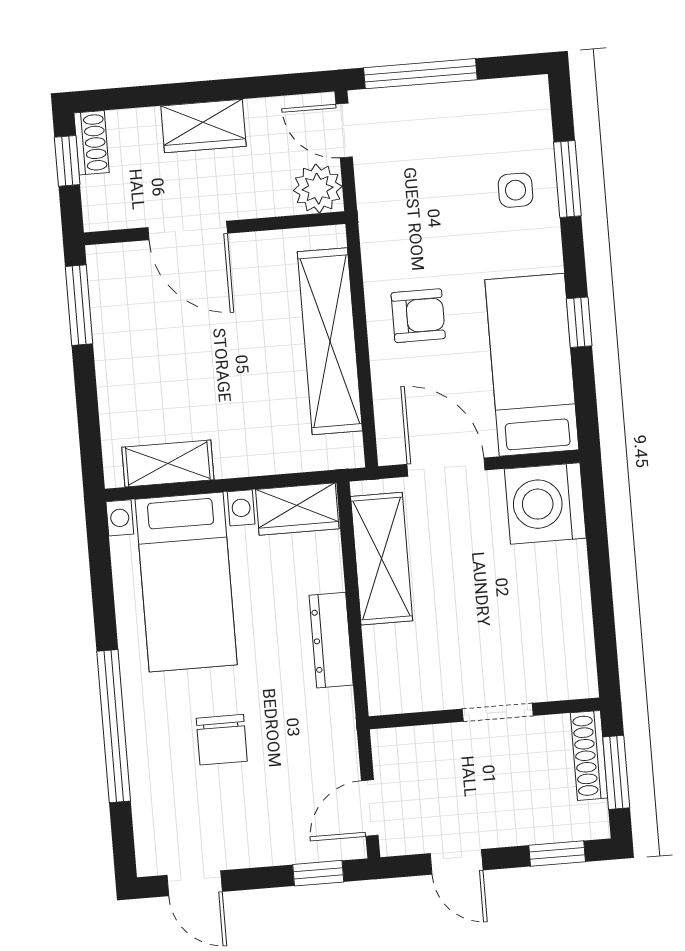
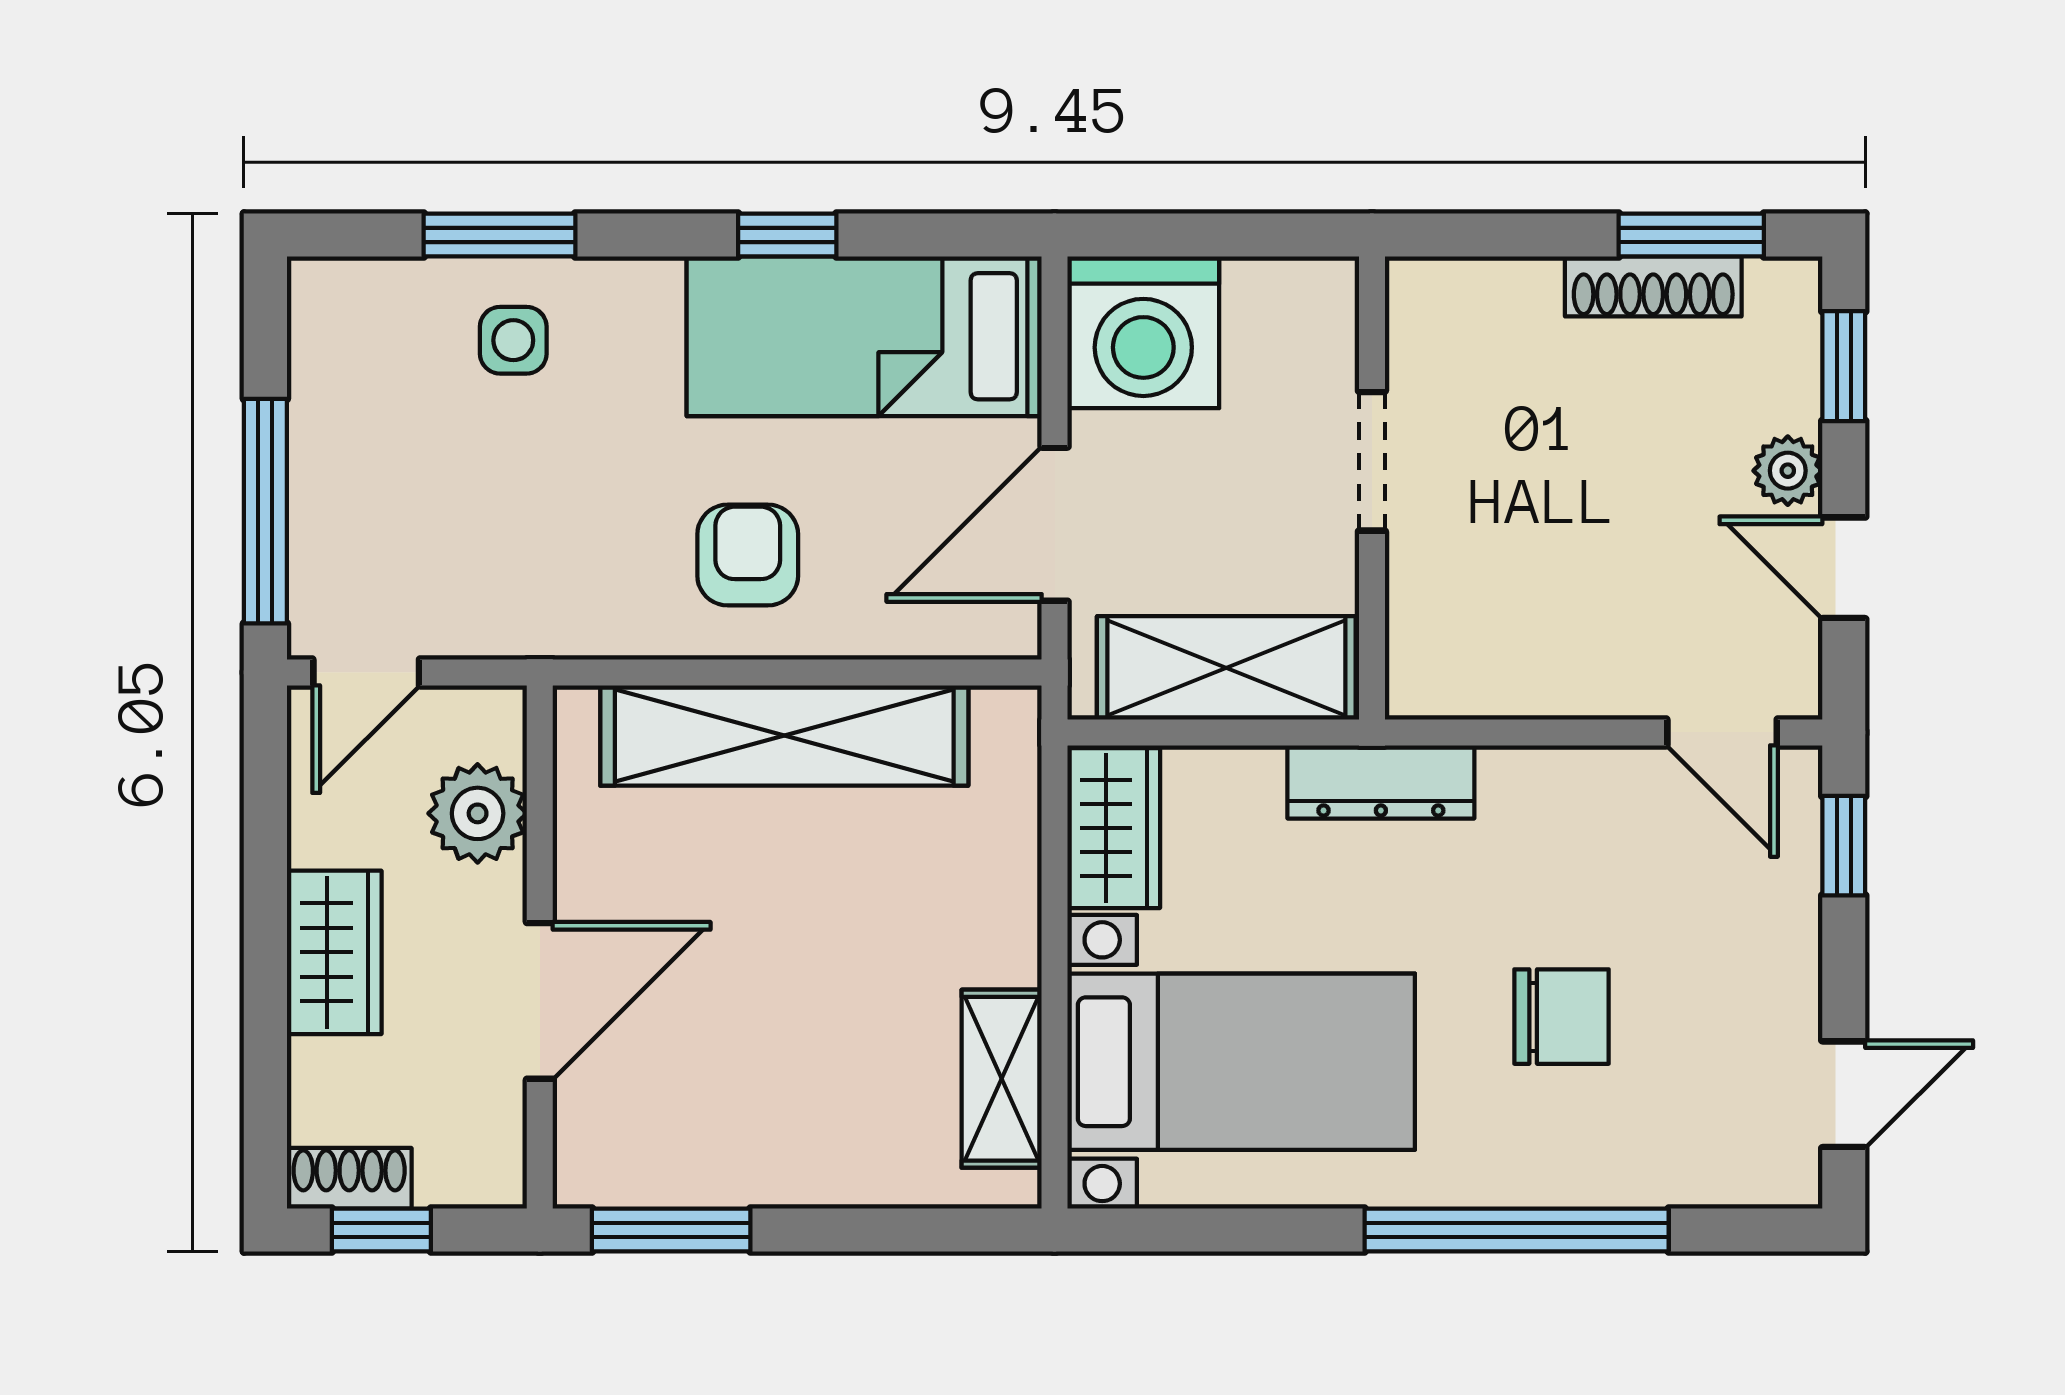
plant: (318, 189) -> (478, 813), moved
doorway: (498, 712) -> (1372, 461), moved
wall: (484, 713) -> (1372, 488), moved
plant: (503, 830) -> (1788, 471), added
door: (457, 862) -> (1844, 568), swing flipped

